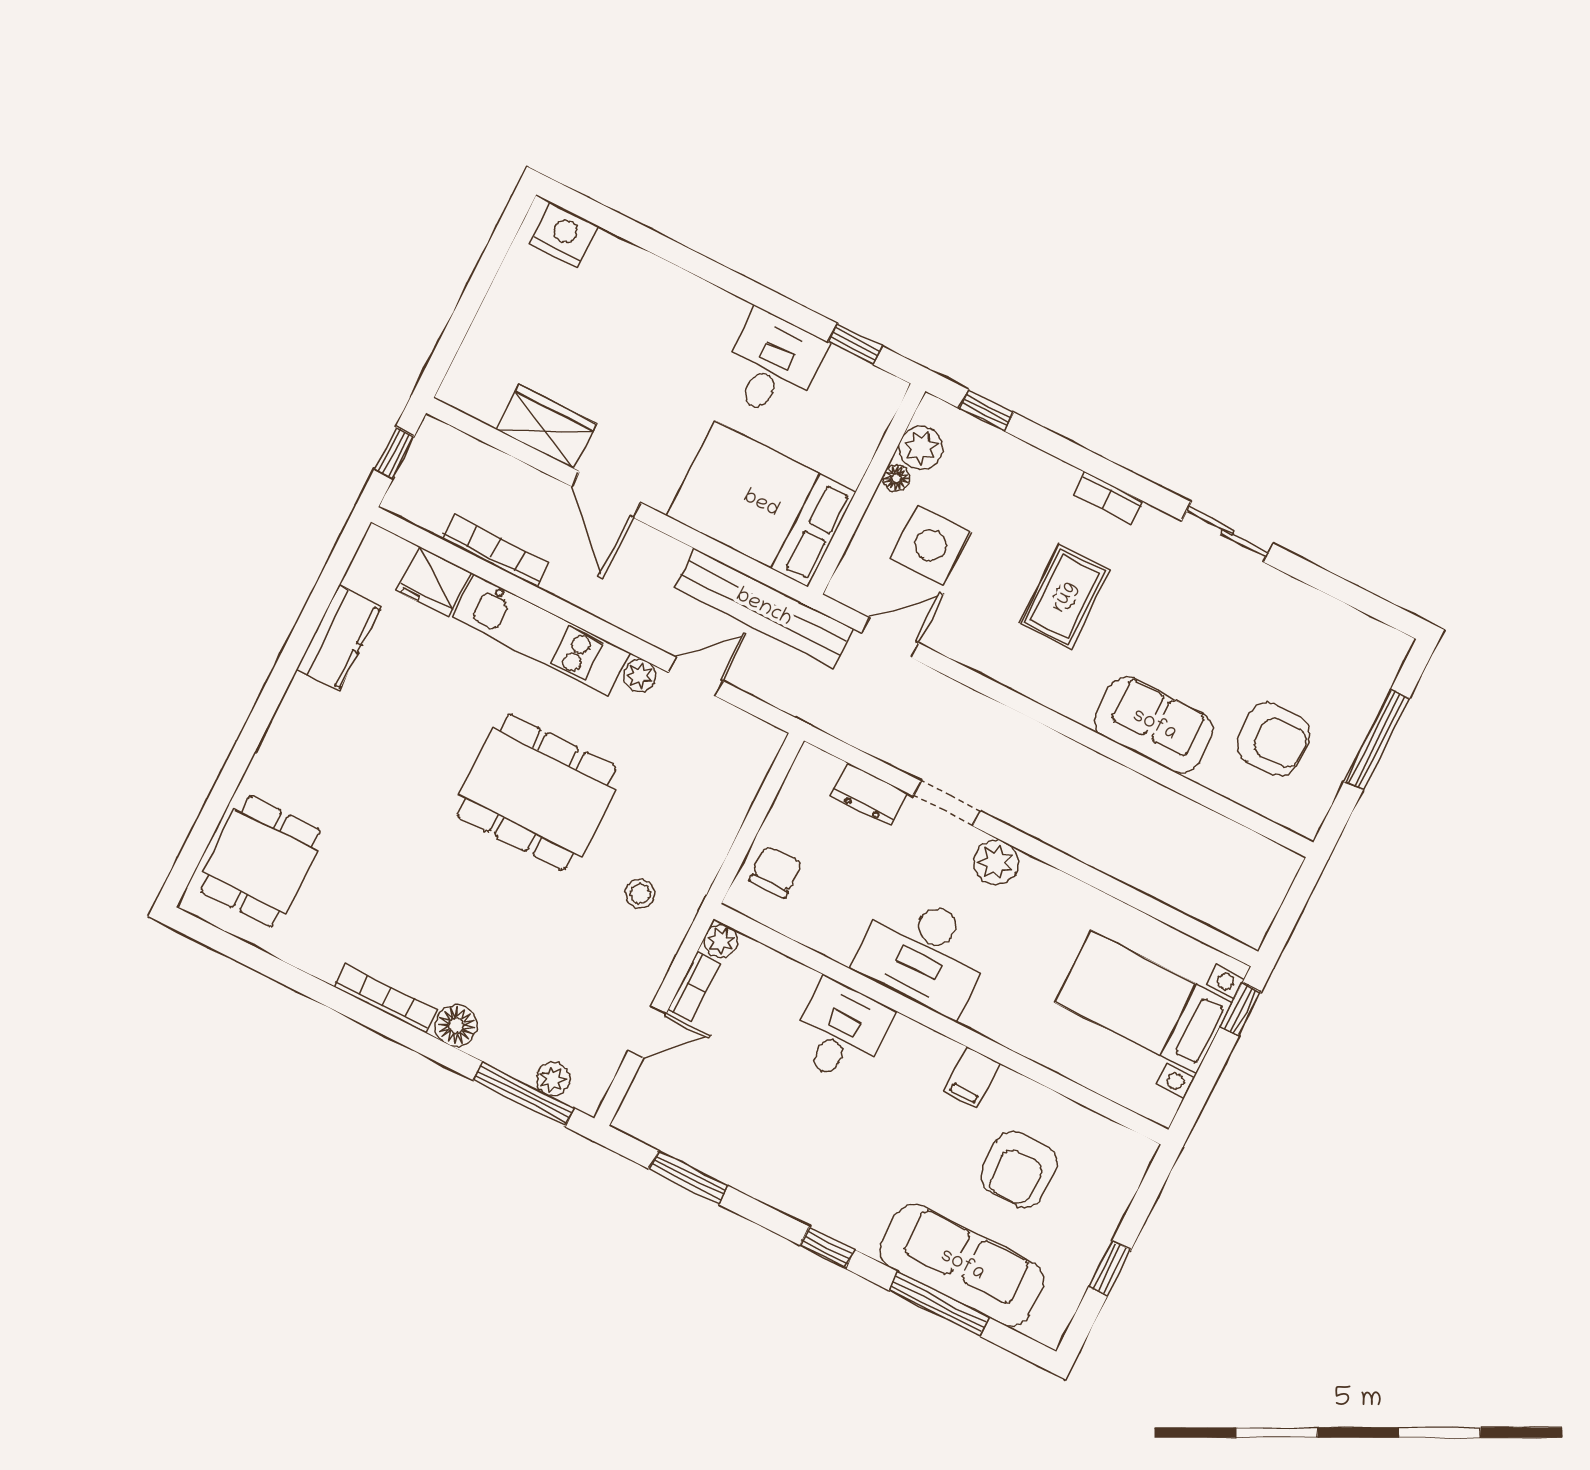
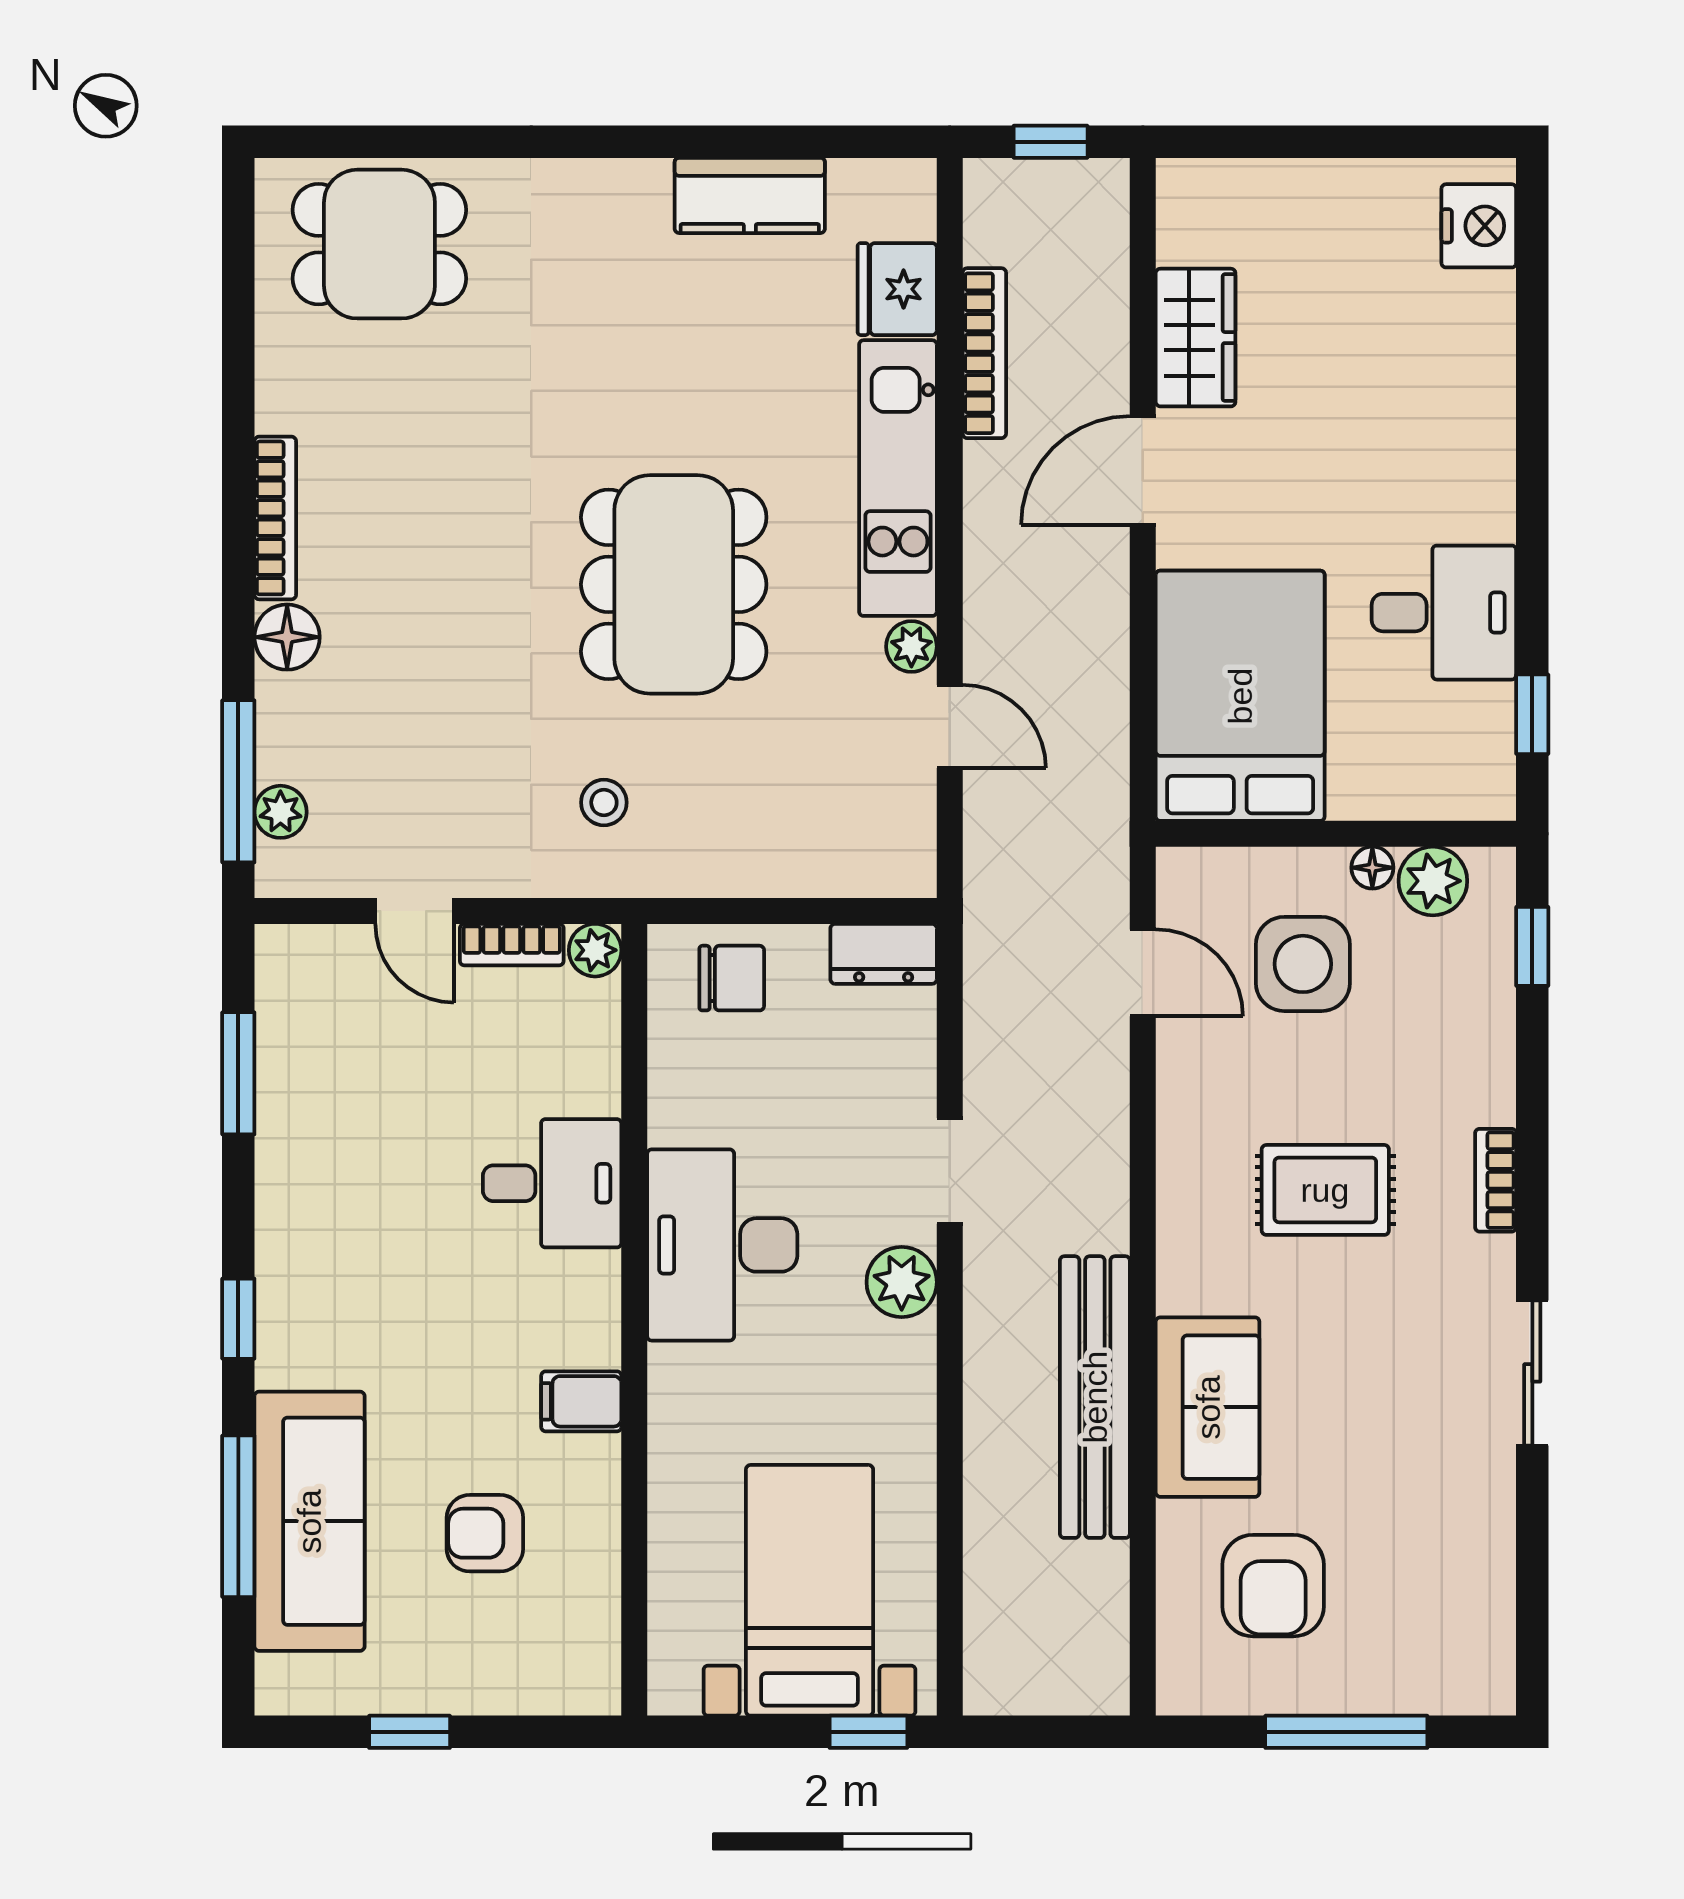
bench: (764, 608) -> (1095, 1397), moved
dresser: (869, 794) -> (884, 954), moved, turned -90
armchair: (1019, 1169) -> (485, 1533), width x0.72, depth x0.72

